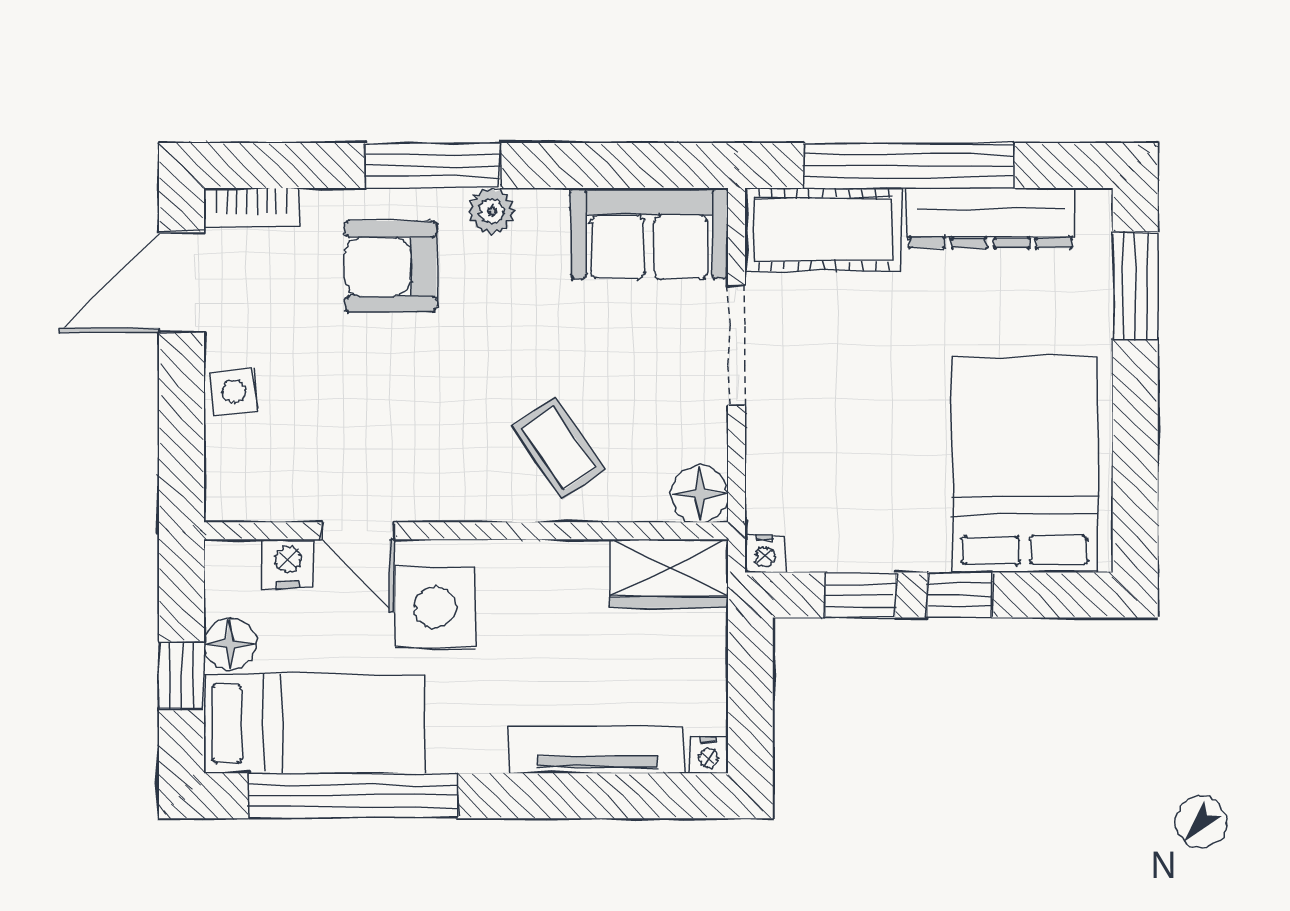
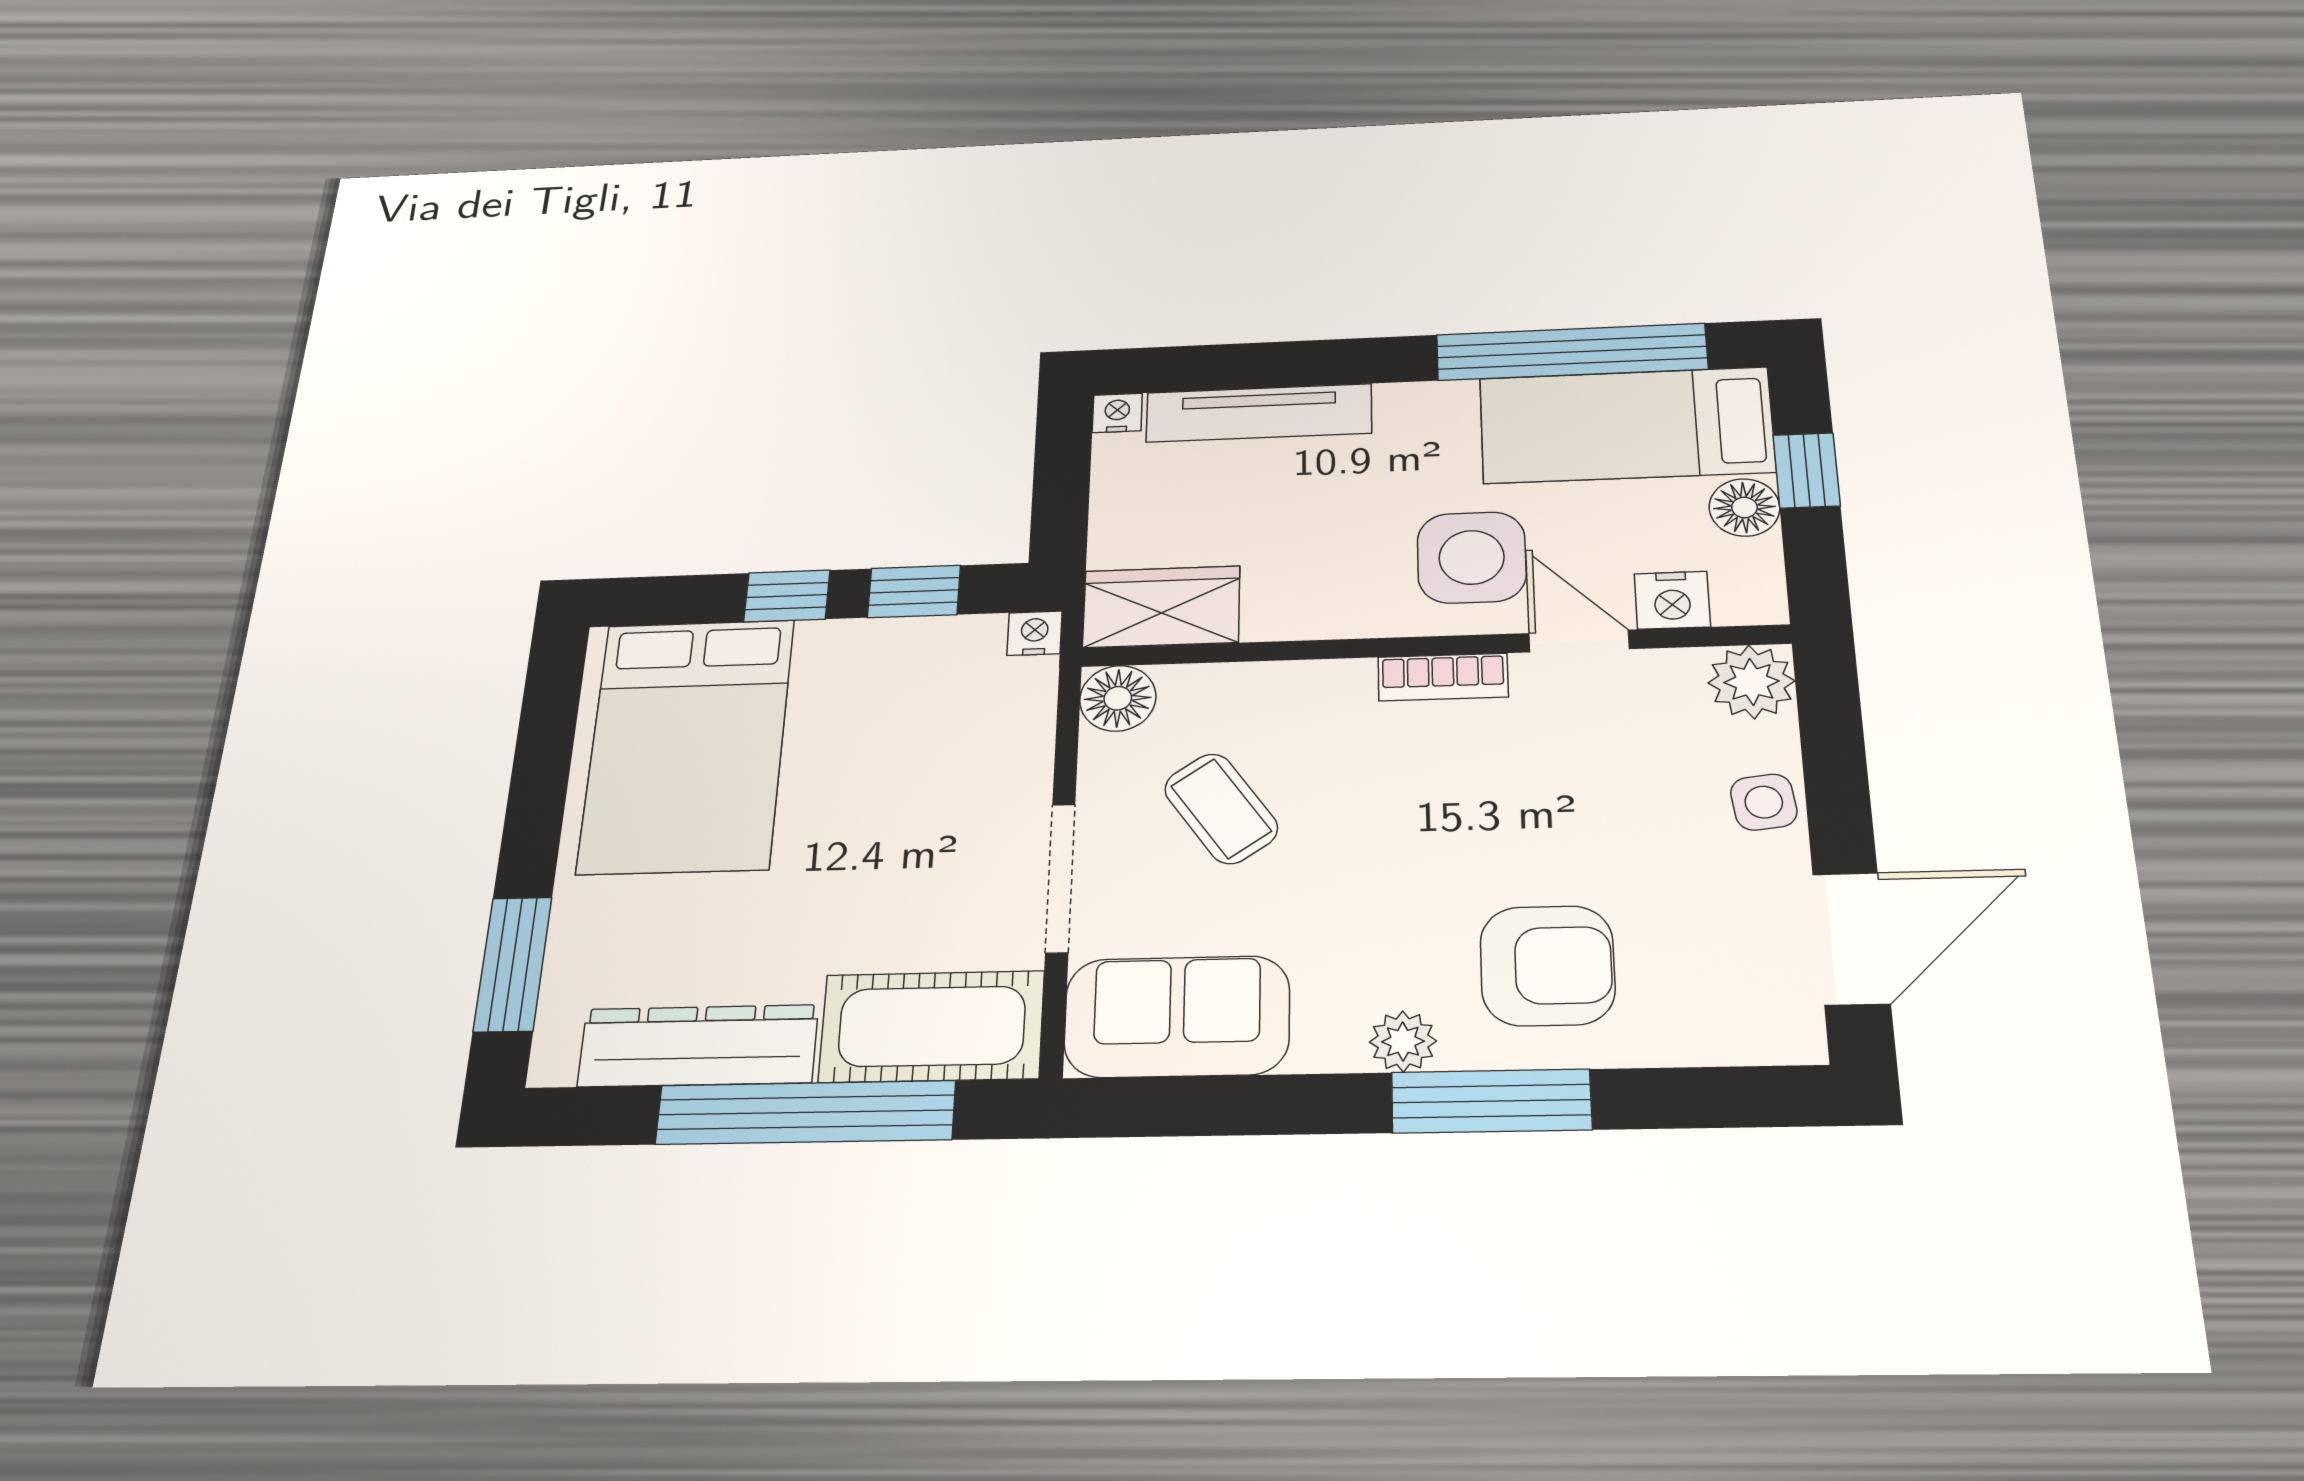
bookcase: (251, 207) -> (1443, 677), moved, turned 180
coffee table: (559, 448) -> (1221, 809), moved
plant: (235, 491) -> (1751, 682), added

